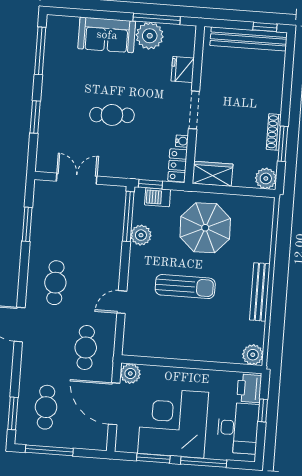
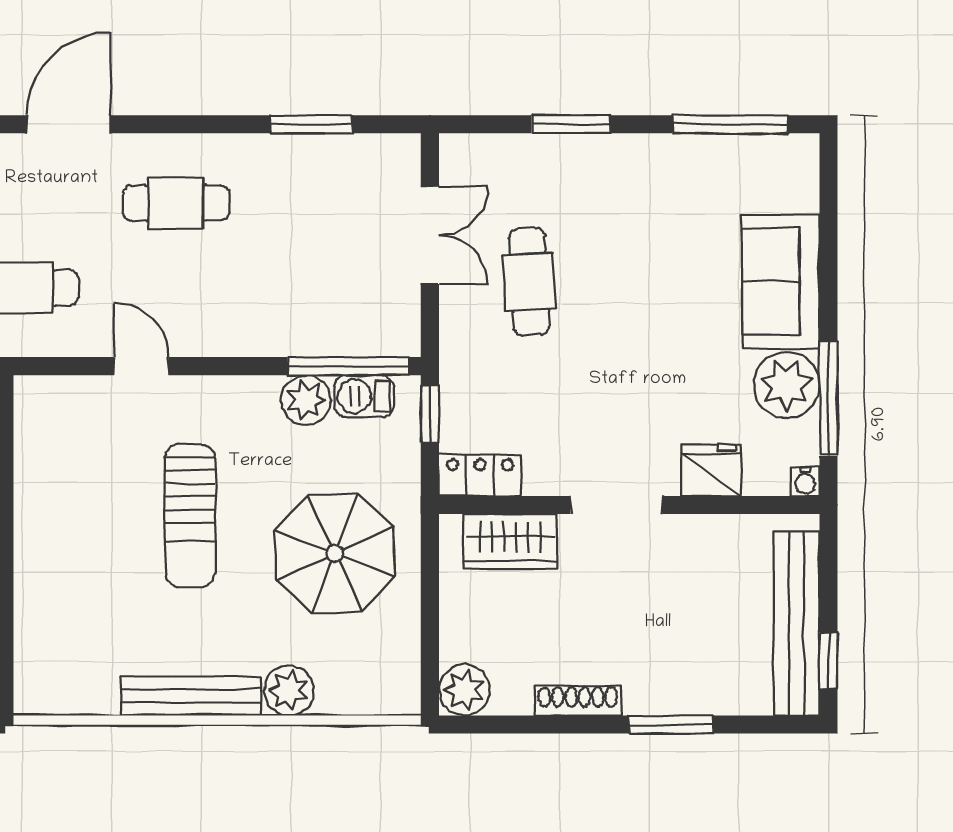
cafe table: (112, 115) -> (529, 282), moved
water cooler: (182, 141) -> (805, 482), moved
window: (283, 144) -> (671, 725), moved
wardrobe: (213, 174) -> (510, 541), moved, turned 90
barbecue: (158, 197) -> (364, 396), moved, turned -90
plant: (253, 355) -> (289, 691), moved

